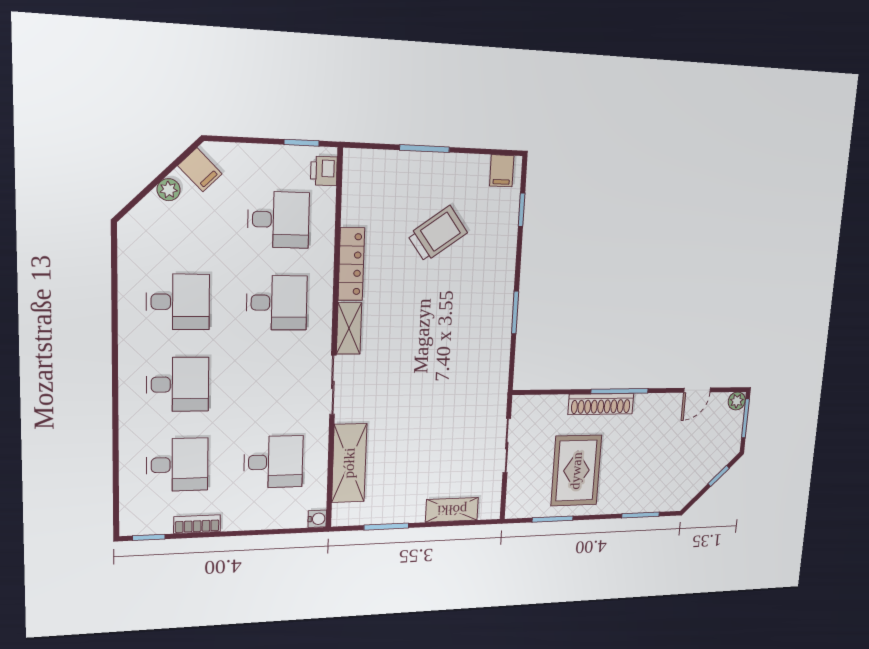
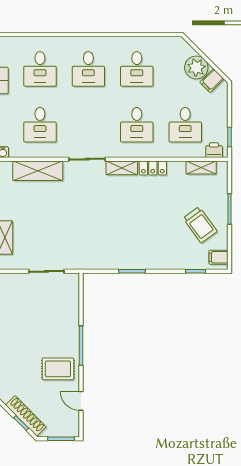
plant: (169, 190) -> (196, 67), width x1.87, depth x1.87
shelving: (353, 194) -> (201, 167), added
trolley: (438, 234) -> (200, 225), moved
locker: (351, 264) -> (153, 168), width x0.66
plant: (737, 401) -> (73, 431), removed
shoe rack: (601, 404) -> (26, 416), moved, turned 135
rug: (576, 471) -> (58, 369), moved, width x0.73, depth x0.70

